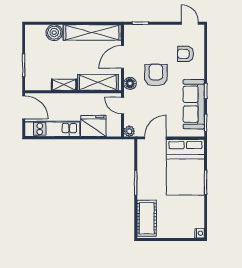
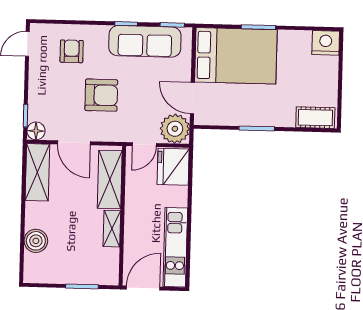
shelving: (92, 32) -> (37, 172), width x0.68
armchair: (186, 54) -> (72, 51), turned 180
armchair: (156, 75) -> (101, 95), turned 180
floor lamp: (130, 83) -> (36, 131), moved
fridge: (93, 126) -> (173, 167), moved
plant: (129, 131) -> (175, 129), width x1.87, depth x1.87
cot: (147, 218) -> (315, 118), width x0.73, depth x0.75
nightstand: (200, 233) -> (326, 43), width x1.89, depth x1.79

